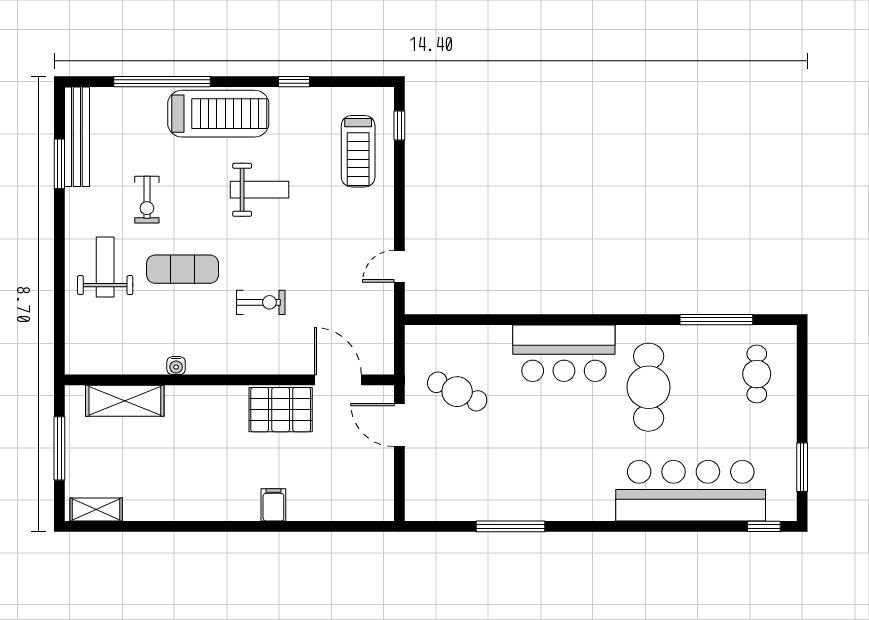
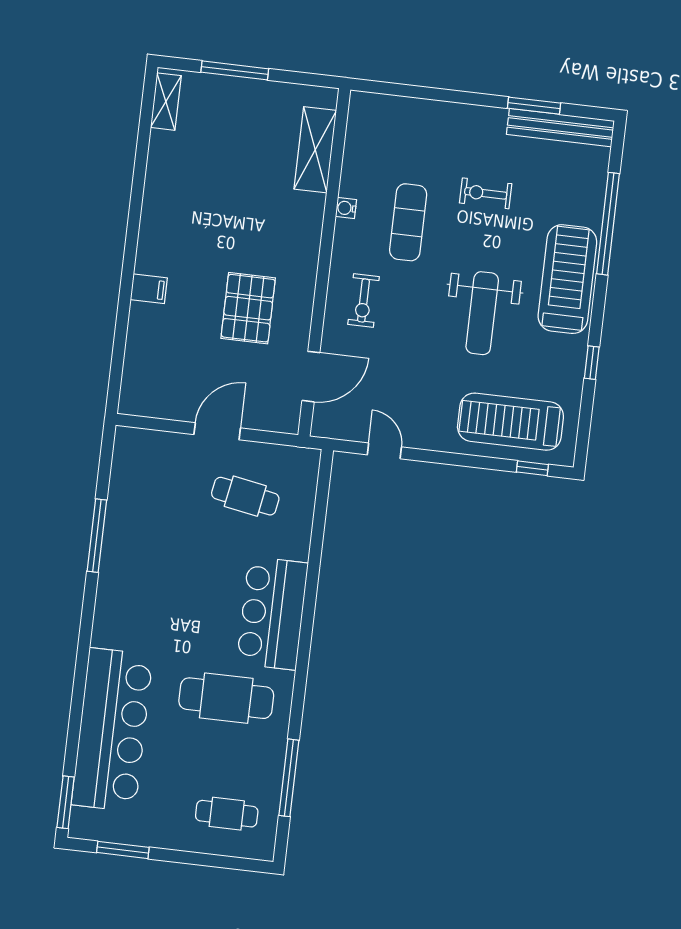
treadmill: (218, 114) -> (567, 279), turned 180
treadmill: (358, 151) -> (510, 422), width x1.37, depth x1.38
weight bench: (260, 190) -> (482, 313), width x1.36, depth x1.33
weight bench: (105, 267) -> (420, 141), removed
water cooler: (176, 366) -> (346, 208), moved
wall: (229, 380) -> (324, 262), moved
door: (338, 380) -> (311, 377), moved
cafe table: (457, 392) -> (245, 496), turned 75
shelving: (125, 401) -> (315, 150), moved
window: (764, 526) -> (66, 802), width x1.50

